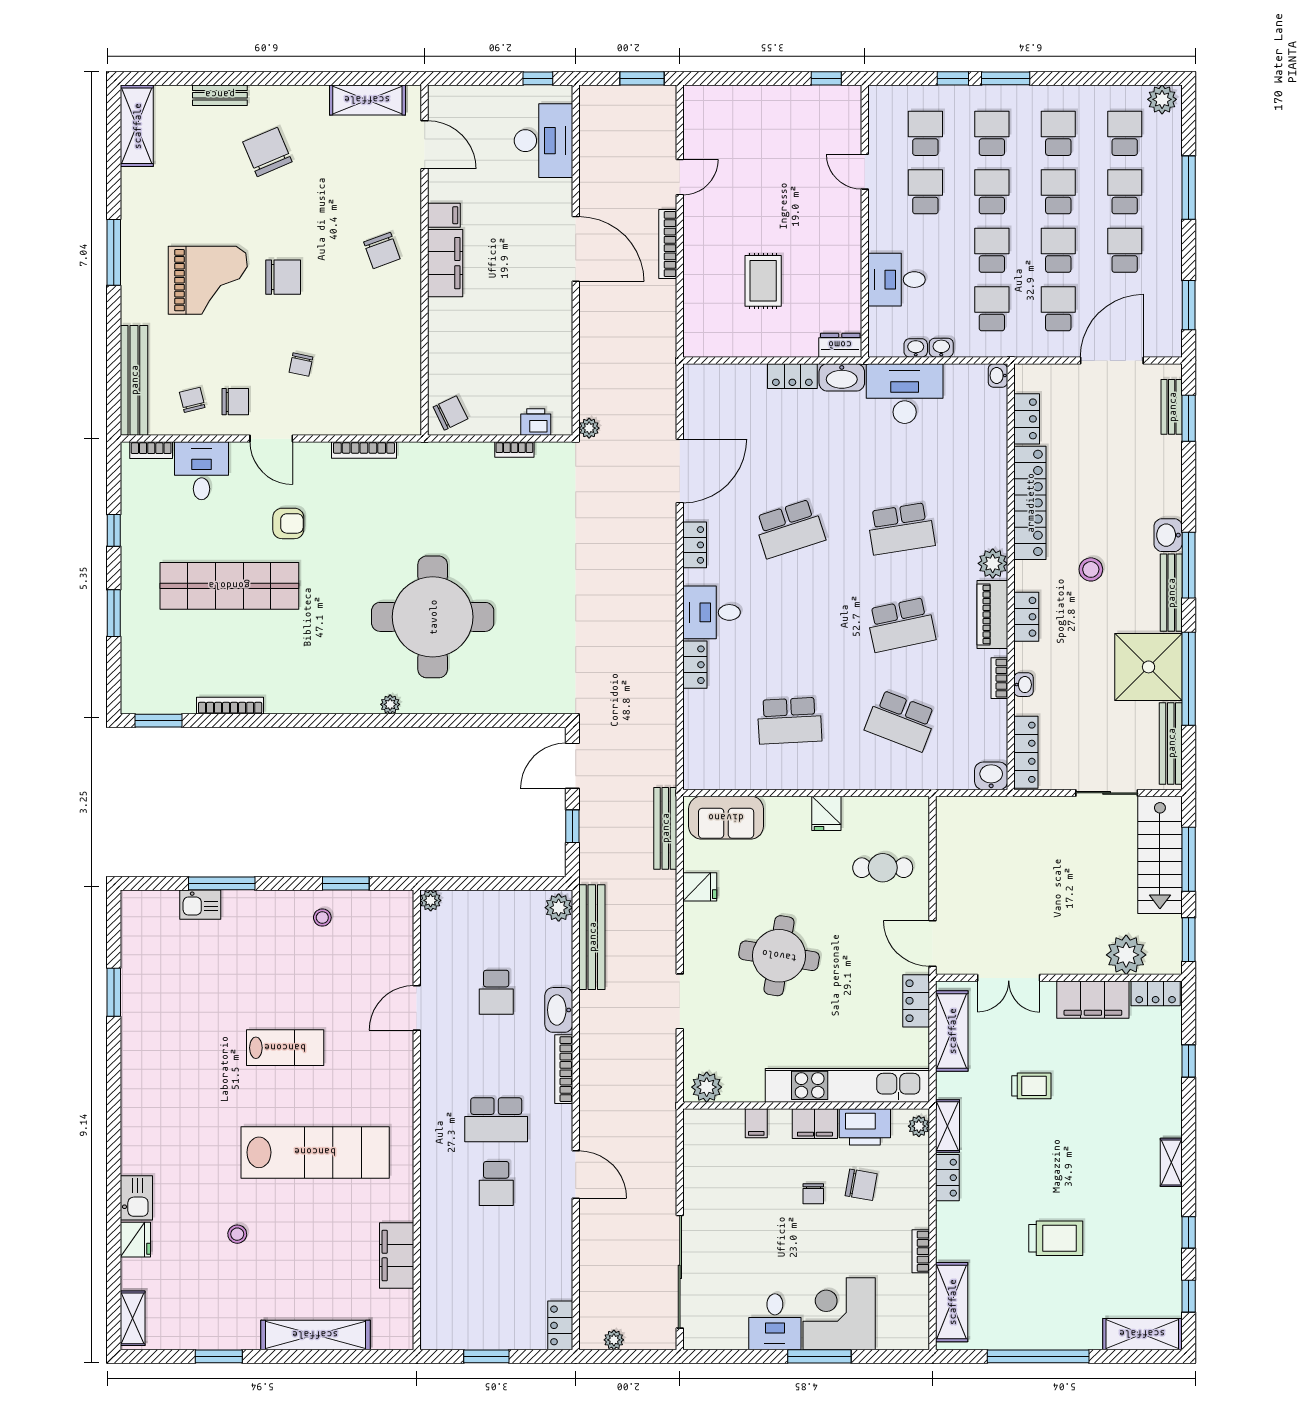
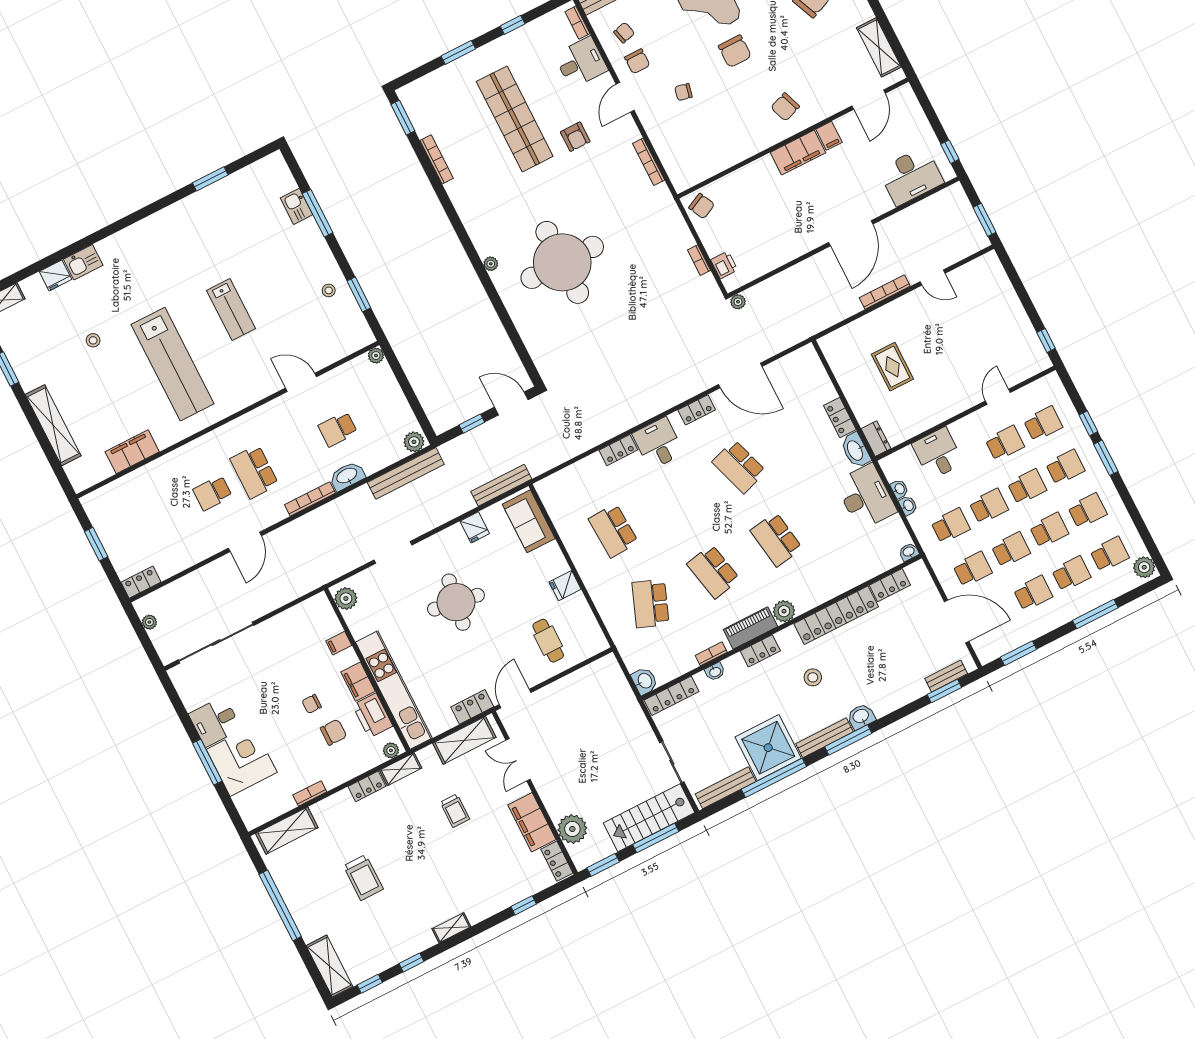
rug: (763, 281) -> (892, 367), turned 90
chair: (861, 1185) -> (333, 732), turned -100

